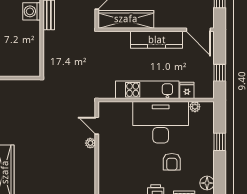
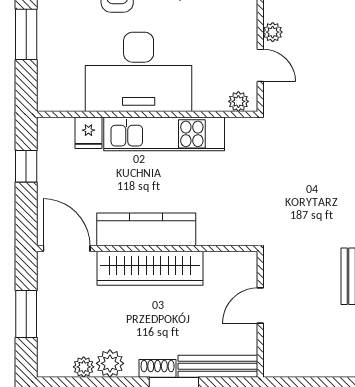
wardrobe: (126, 19) -> (150, 268), moved
plant: (195, 107) -> (238, 101), moved
window: (220, 142) -> (26, 34), width x1.50

